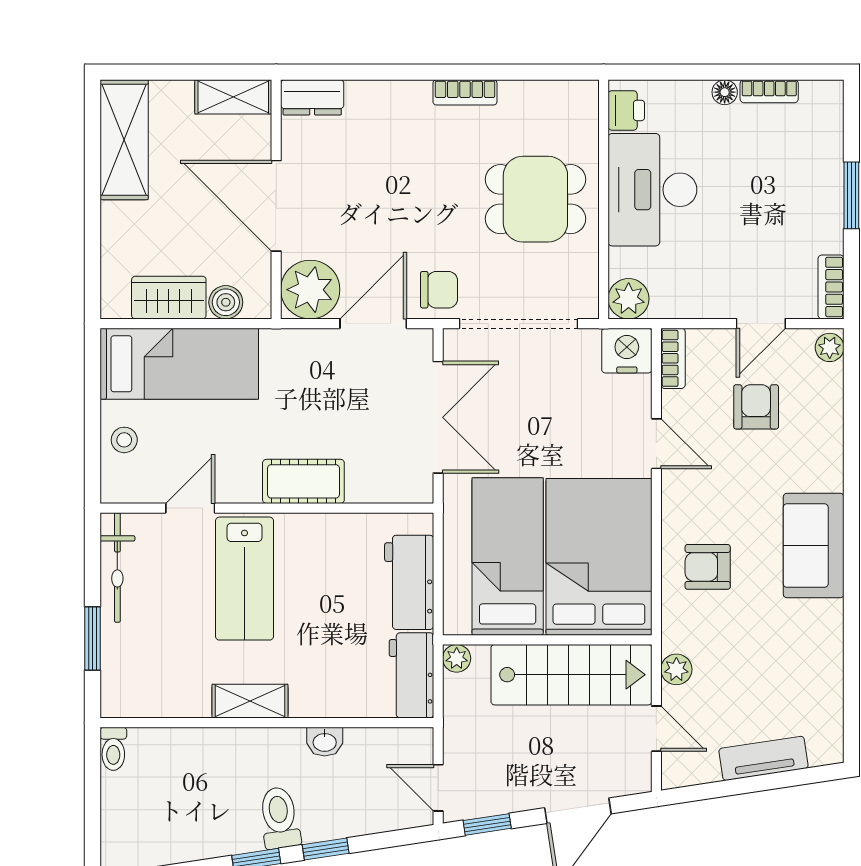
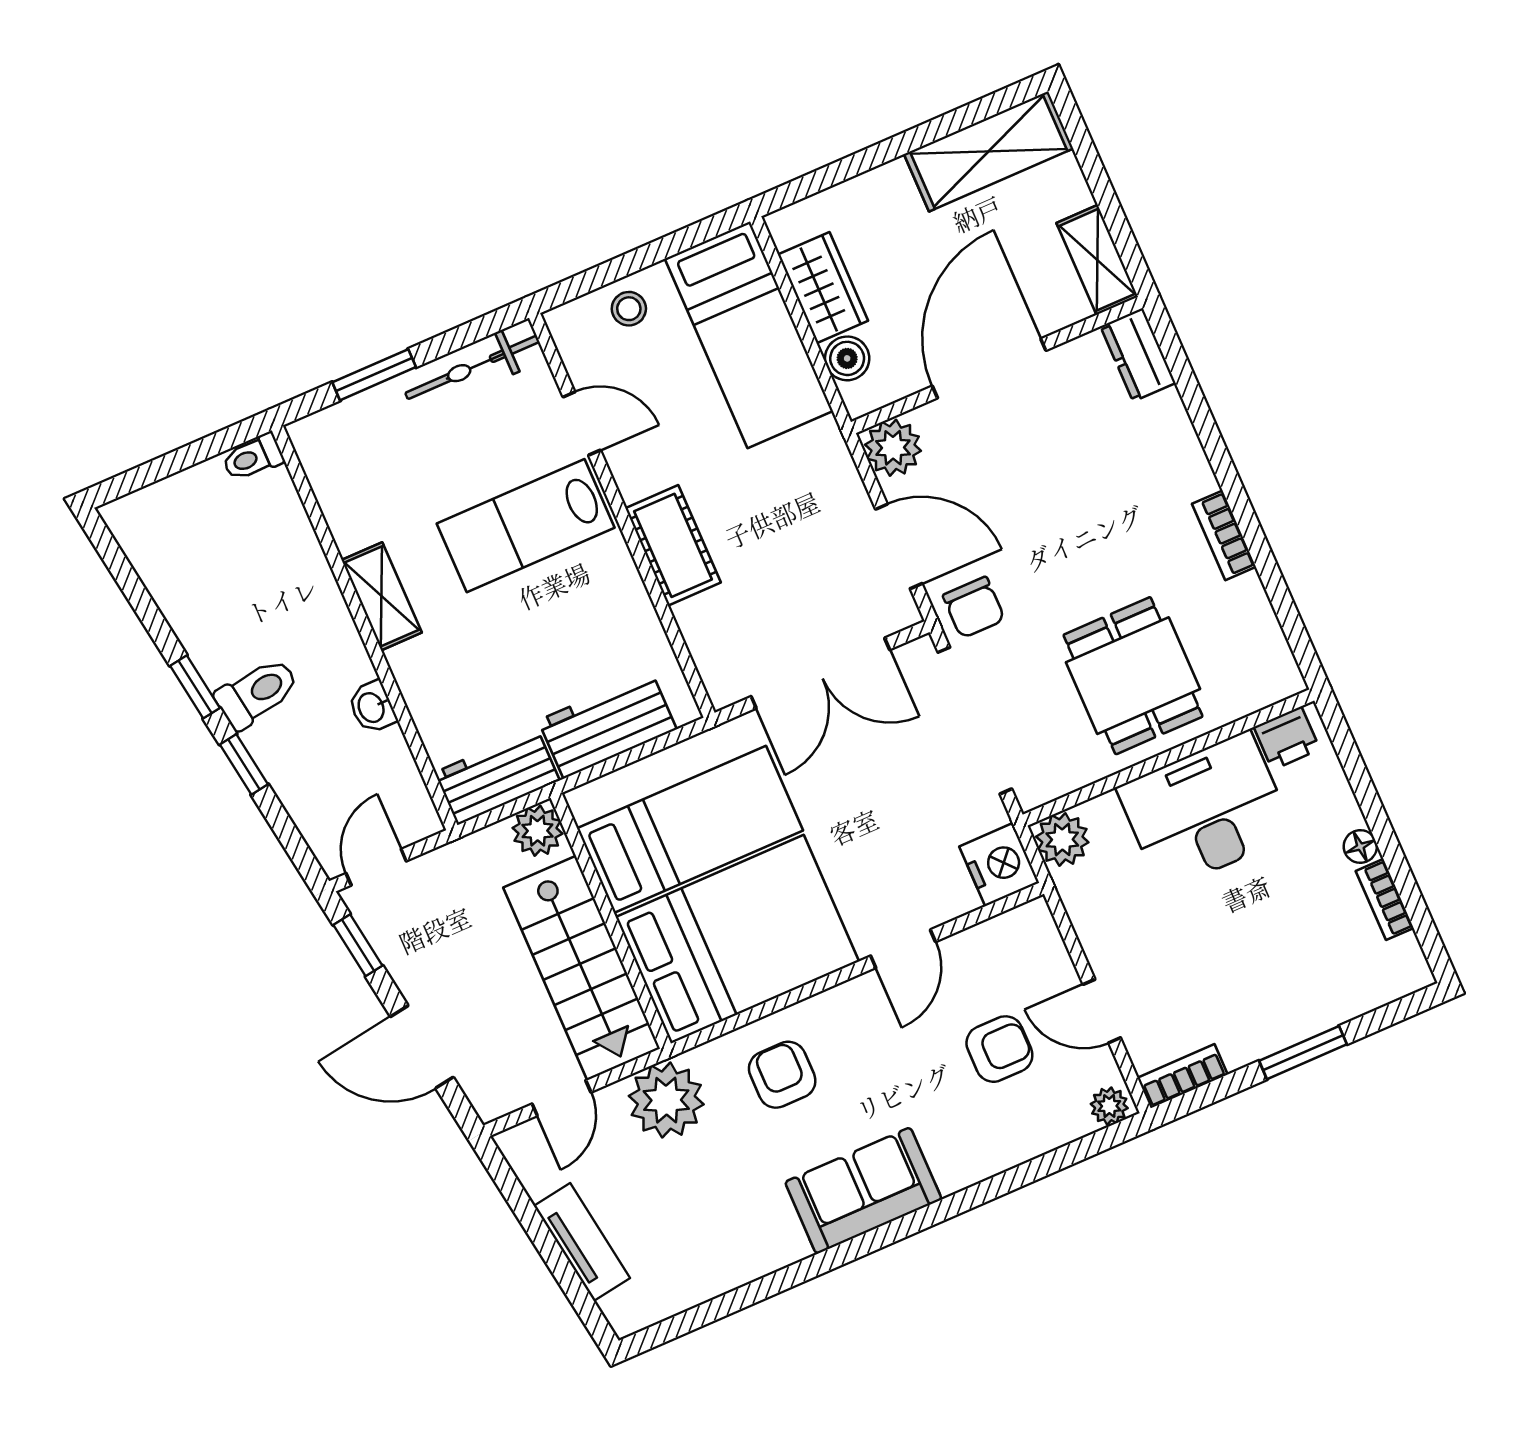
plant: (310, 290) -> (893, 448), width x0.73, depth x0.73
bookcase: (673, 358) -> (1014, 924), removed
plant: (457, 658) -> (538, 831), width x1.38, depth x1.38
plant: (676, 669) -> (666, 1100), width x1.87, depth x1.87

